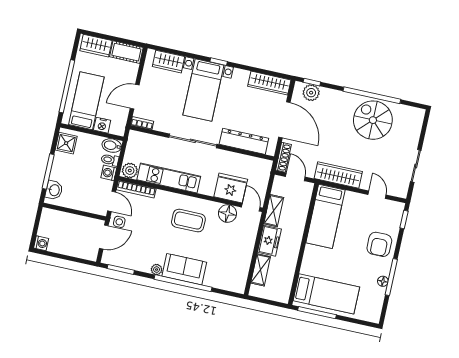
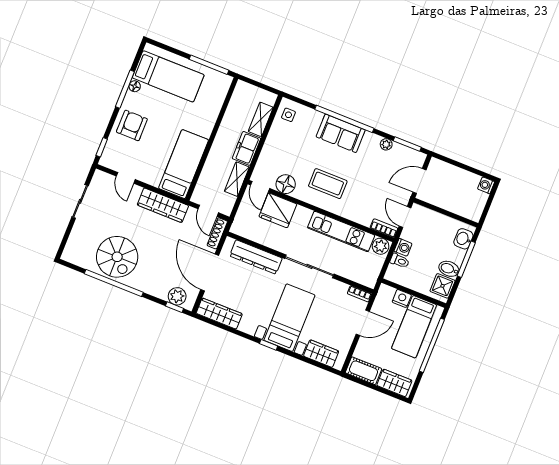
bidet: (112, 146) -> (449, 269), moved, turned 180
bookcase: (136, 189) -> (384, 228), width x0.64
side table: (119, 222) -> (288, 115), moved
plant: (157, 270) -> (386, 144), moved
bed: (326, 294) -> (168, 76), moved, turned 180

